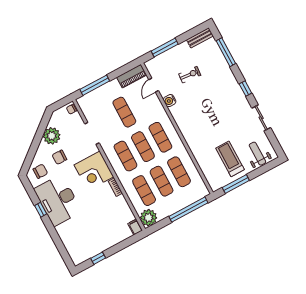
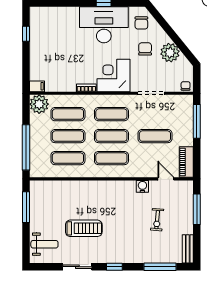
treadmill: (230, 159) -> (84, 228), moved

